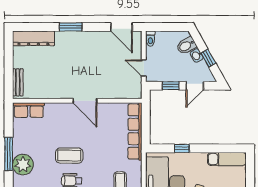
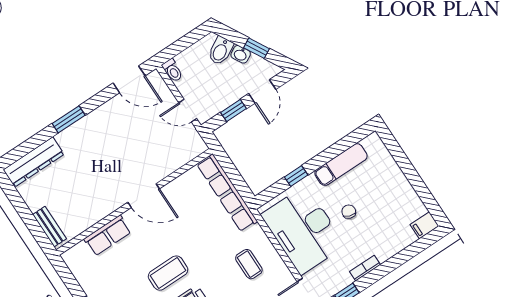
row of seats: (29, 110) -> (108, 235), moved
exam couch: (227, 159) -> (341, 165), moved

